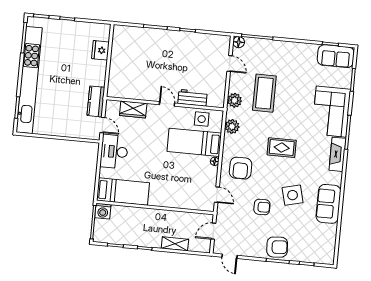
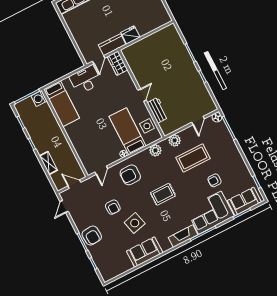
fridge: (100, 50) -> (130, 35), moved
sofa: (336, 56) -> (244, 201), moved, turned 90
armchair: (301, 86) -> (214, 180), added
wardrobe: (133, 109) -> (118, 63), moved
rug: (282, 148) -> (163, 194), turned 90

